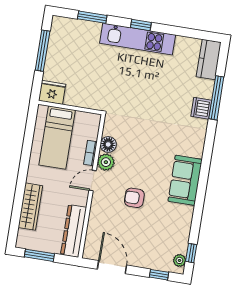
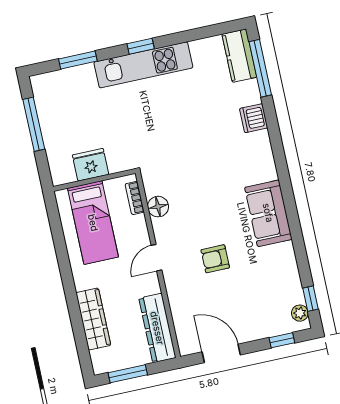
fridge: (52, 92) -> (91, 165), moved
window: (216, 98) -> (260, 68), moved
bookcase: (90, 153) -> (135, 198), moved
plant: (106, 162) -> (164, 229), removed

